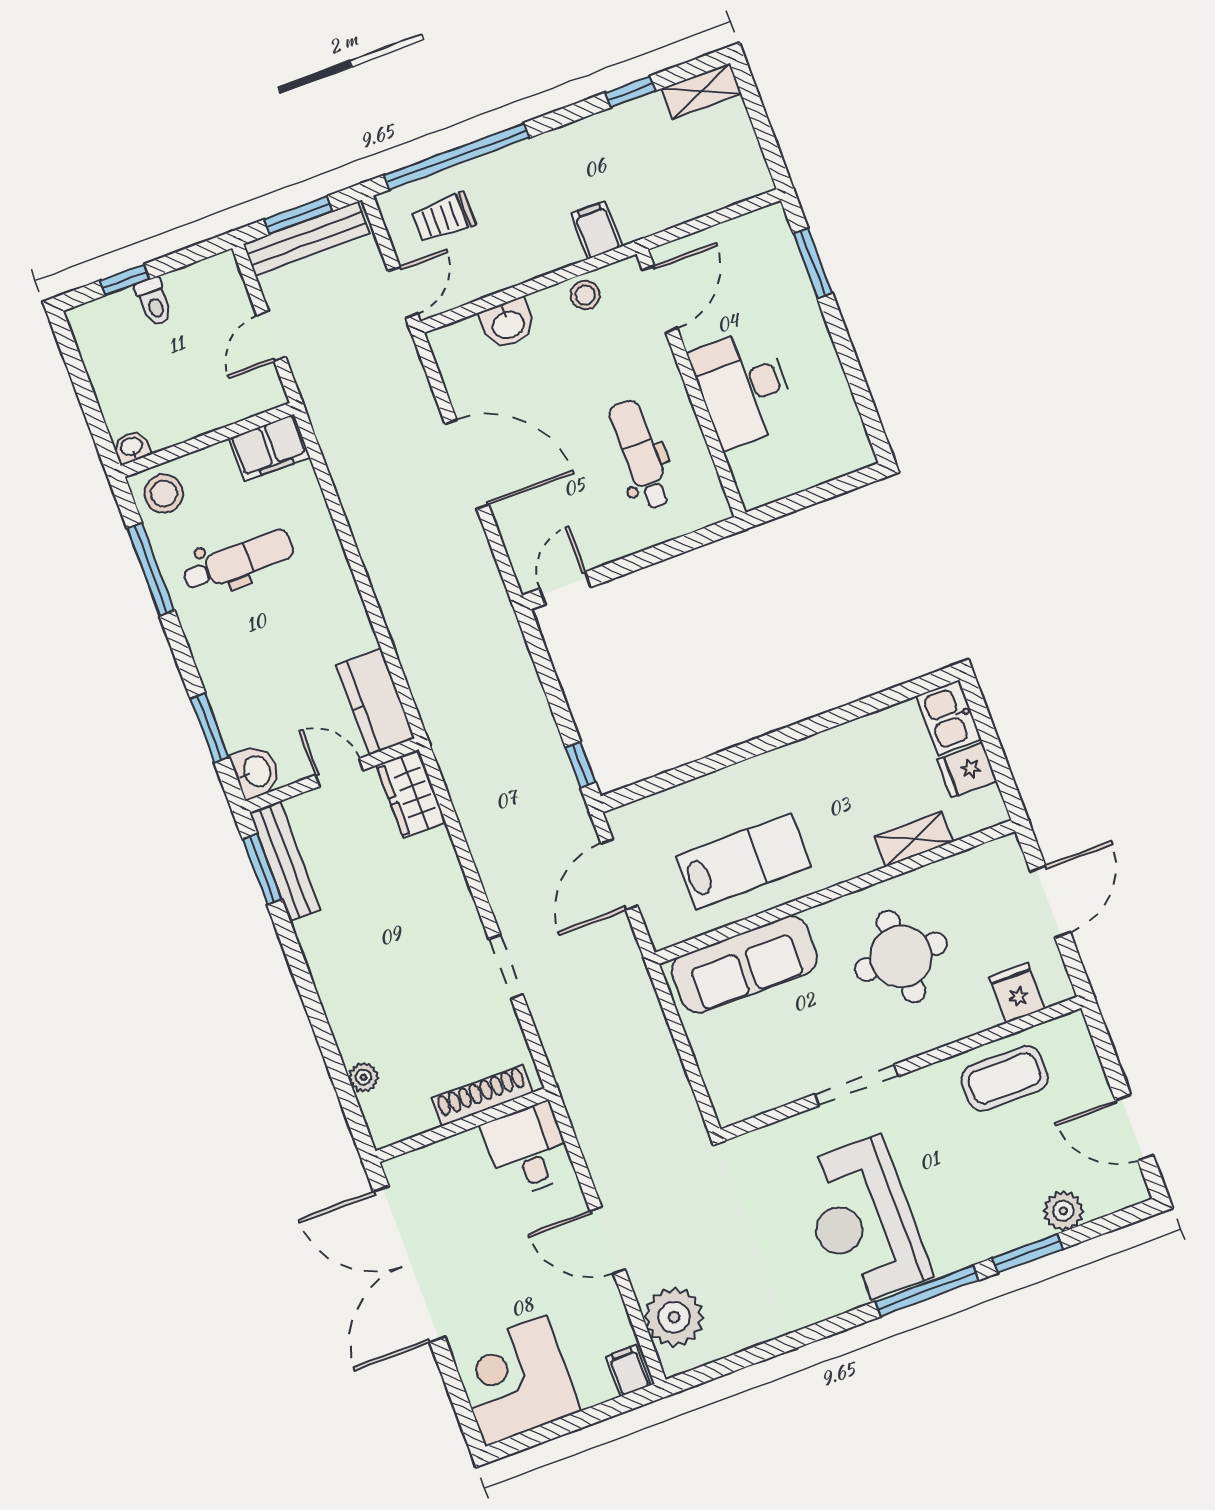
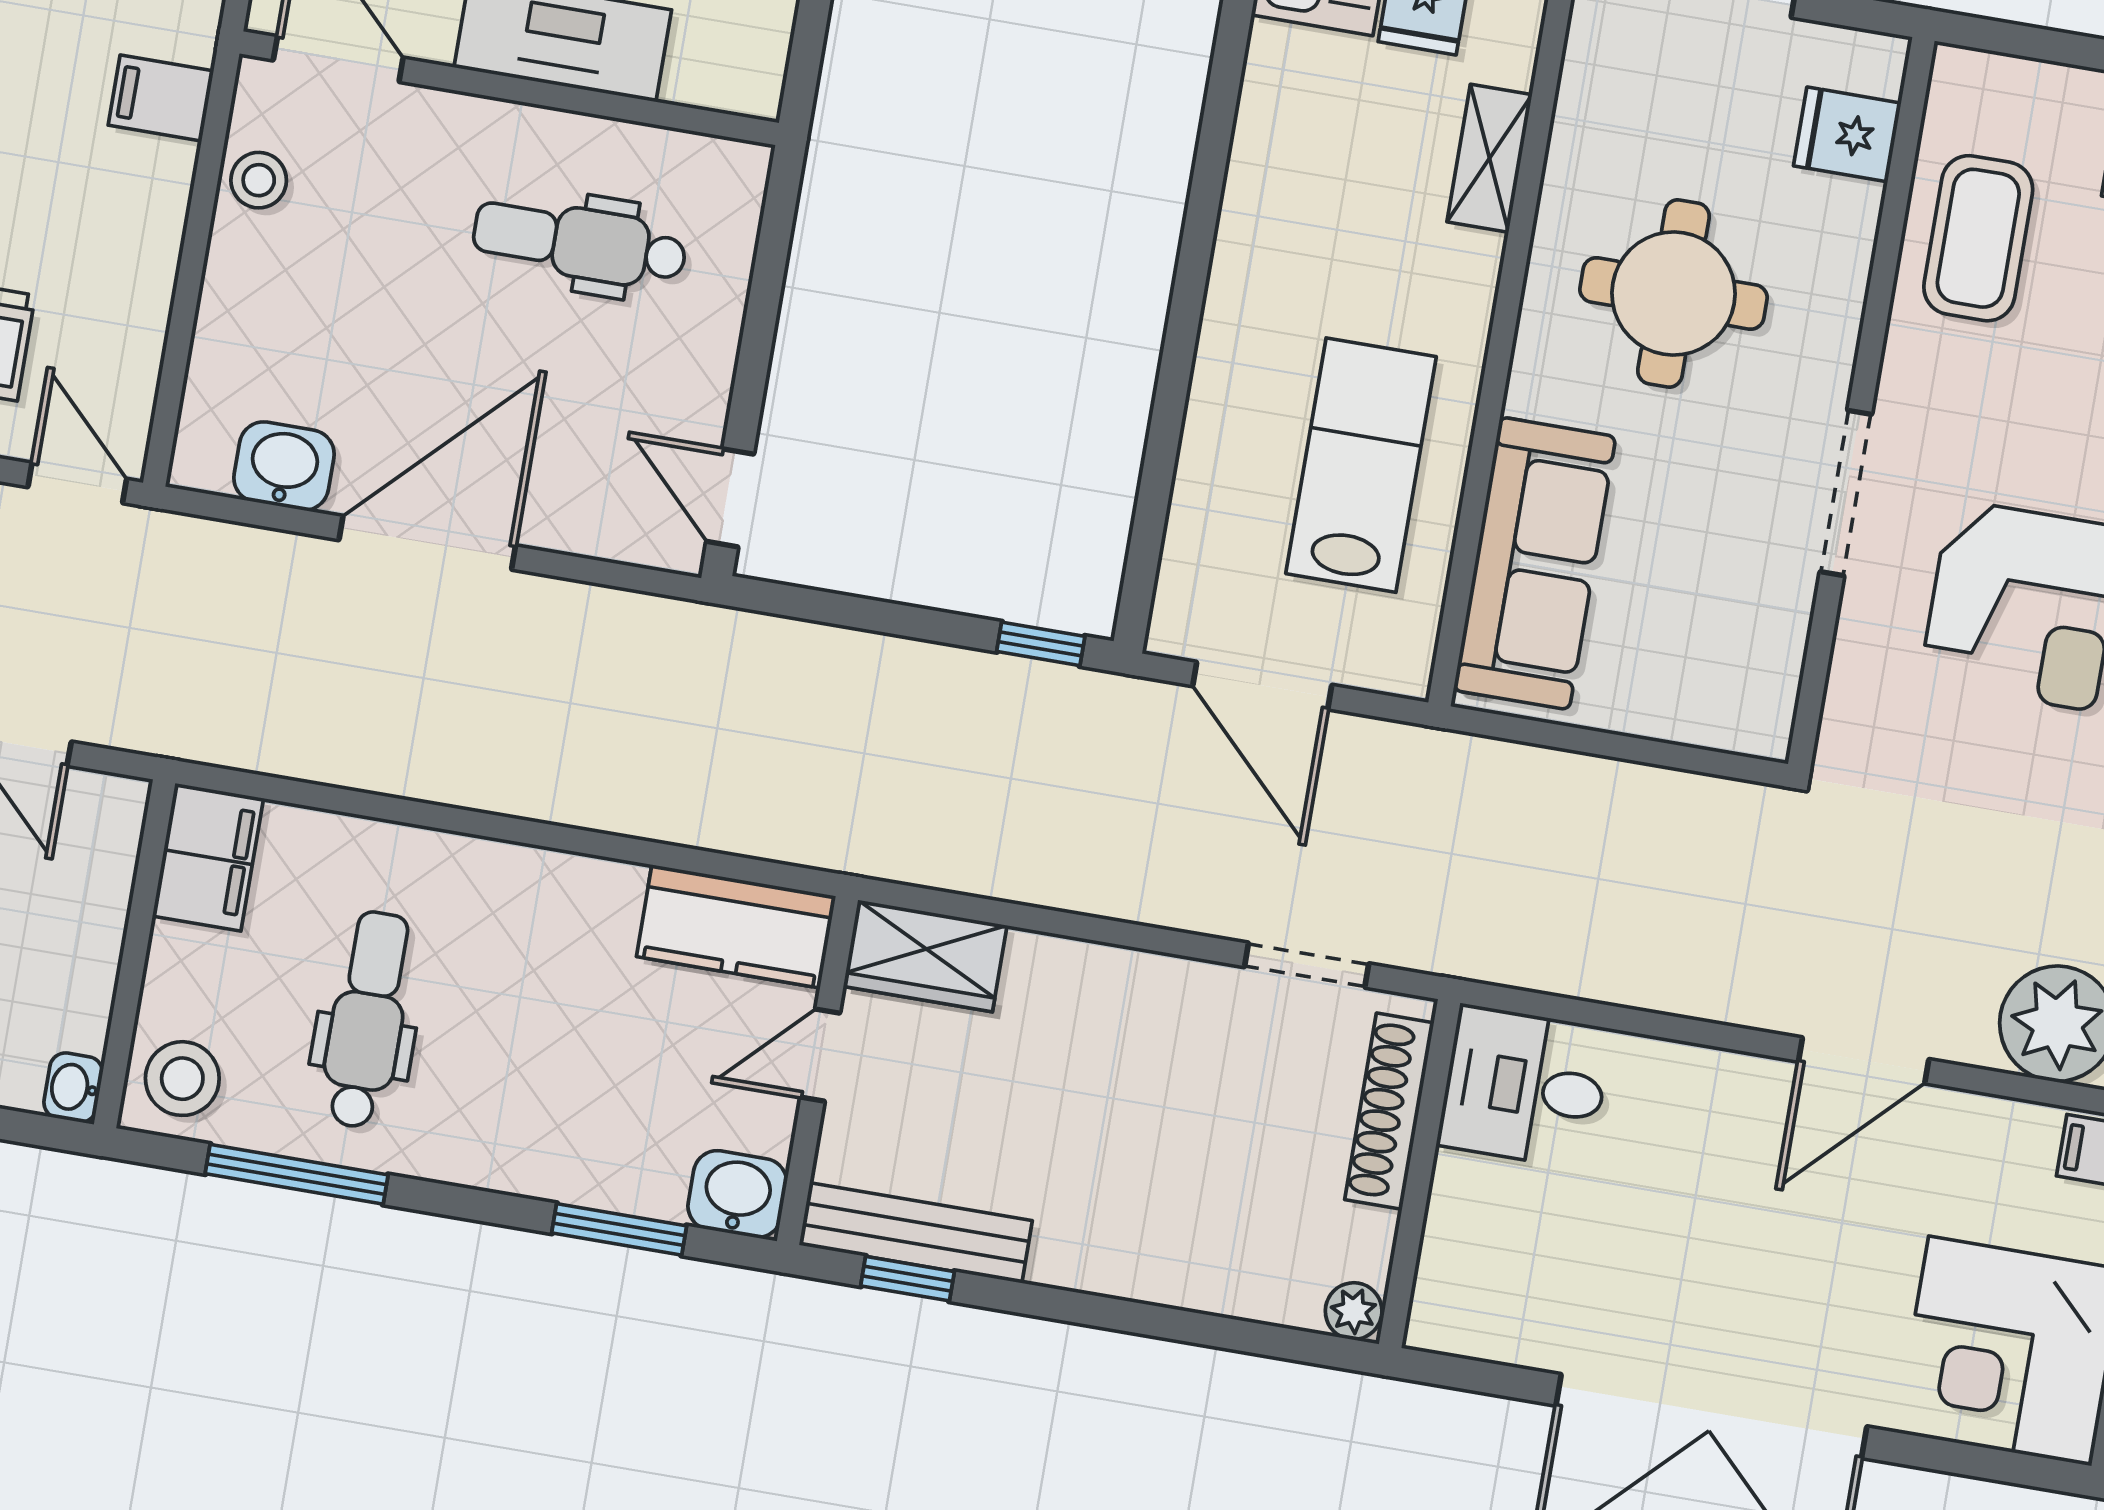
washbasin: (508, 324) -> (284, 466), moved, turned -90
window: (262, 869) -> (908, 1279), width x0.67
shoe rack: (482, 1095) -> (1389, 1111), moved
wall: (462, 1125) -> (1420, 1173), moved
desk: (528, 1150) -> (1525, 1087), moved

